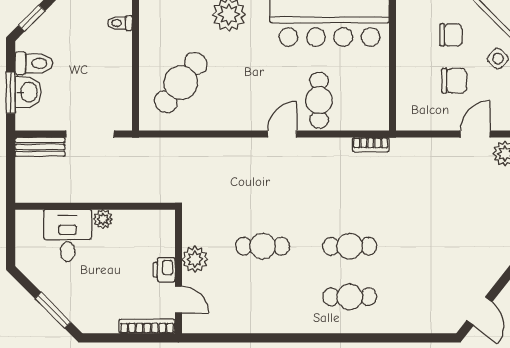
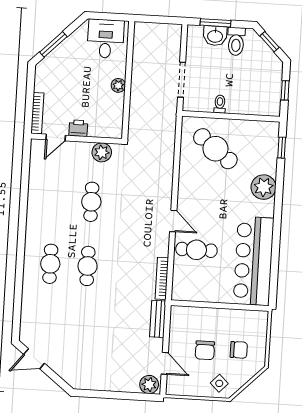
toilet: (120, 23) -> (220, 104), moved
chair: (451, 35) -> (239, 350), turned -90
bookcase: (371, 145) -> (162, 278), width x1.56
bench: (40, 147) -> (158, 319), moved
desk: (68, 235) -> (106, 39), moved, turned -90
plant: (195, 259) -> (102, 152), moved

